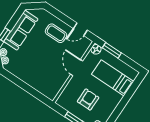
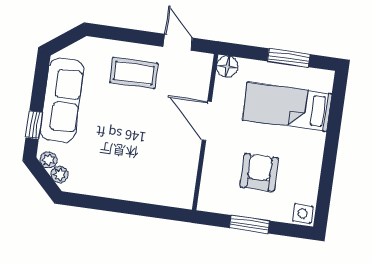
door: (80, 29) -> (178, 42), swing flipped
window: (112, 50) -> (289, 58), moved

